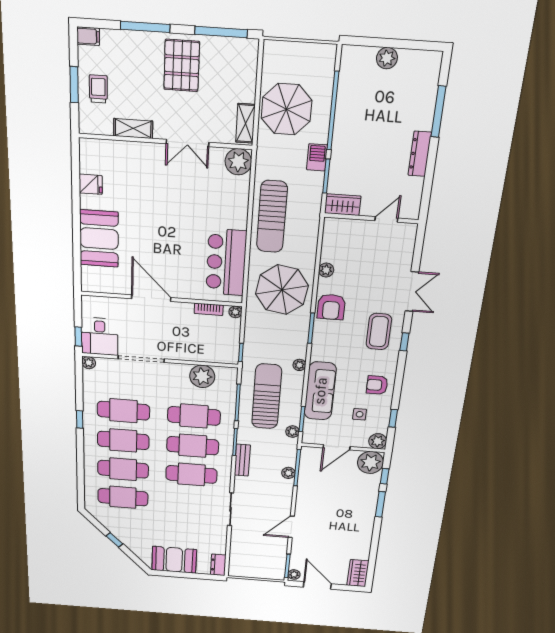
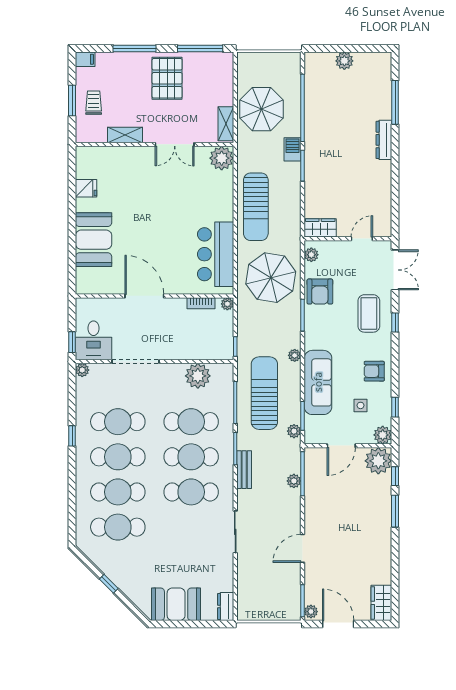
wardrobe: (343, 205) -> (320, 228), moved
wall: (371, 218) -> (348, 239), moved
door: (386, 219) -> (362, 239), moved

